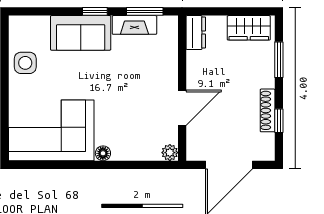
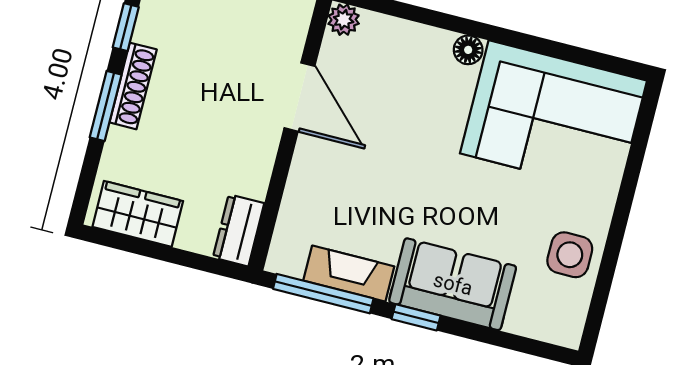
window: (145, 11) -> (323, 294), width x1.44
window: (279, 60) -> (106, 106), moved
door: (182, 108) -> (300, 97), swing flipped
shoe rack: (268, 110) -> (133, 86), moved

